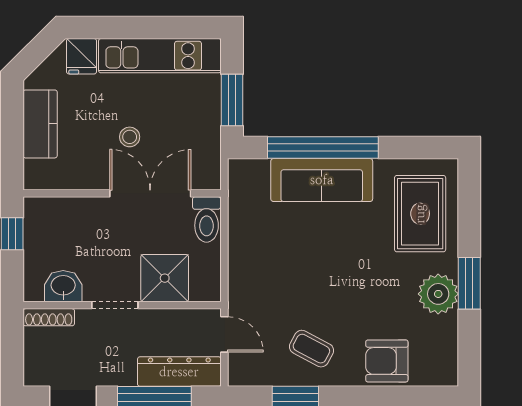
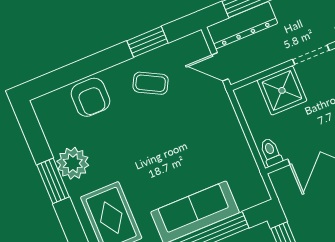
toilet: (207, 219) -> (271, 152), width x0.73, depth x0.72
armchair: (387, 361) -> (90, 97), turned 90

